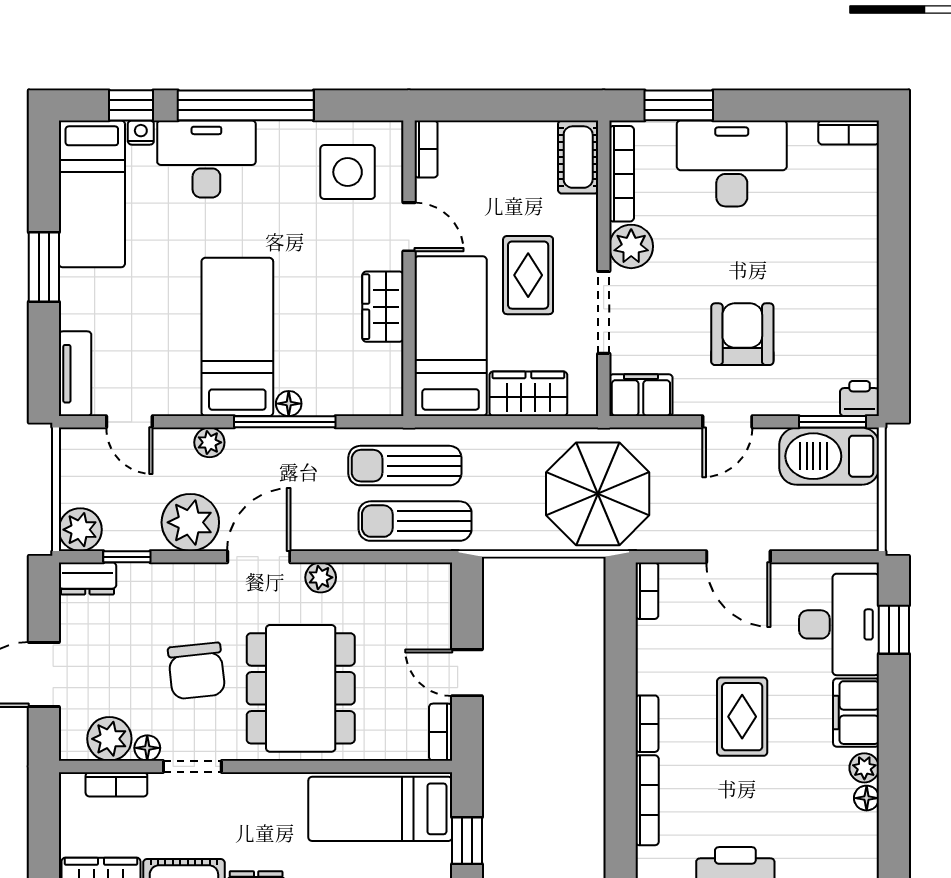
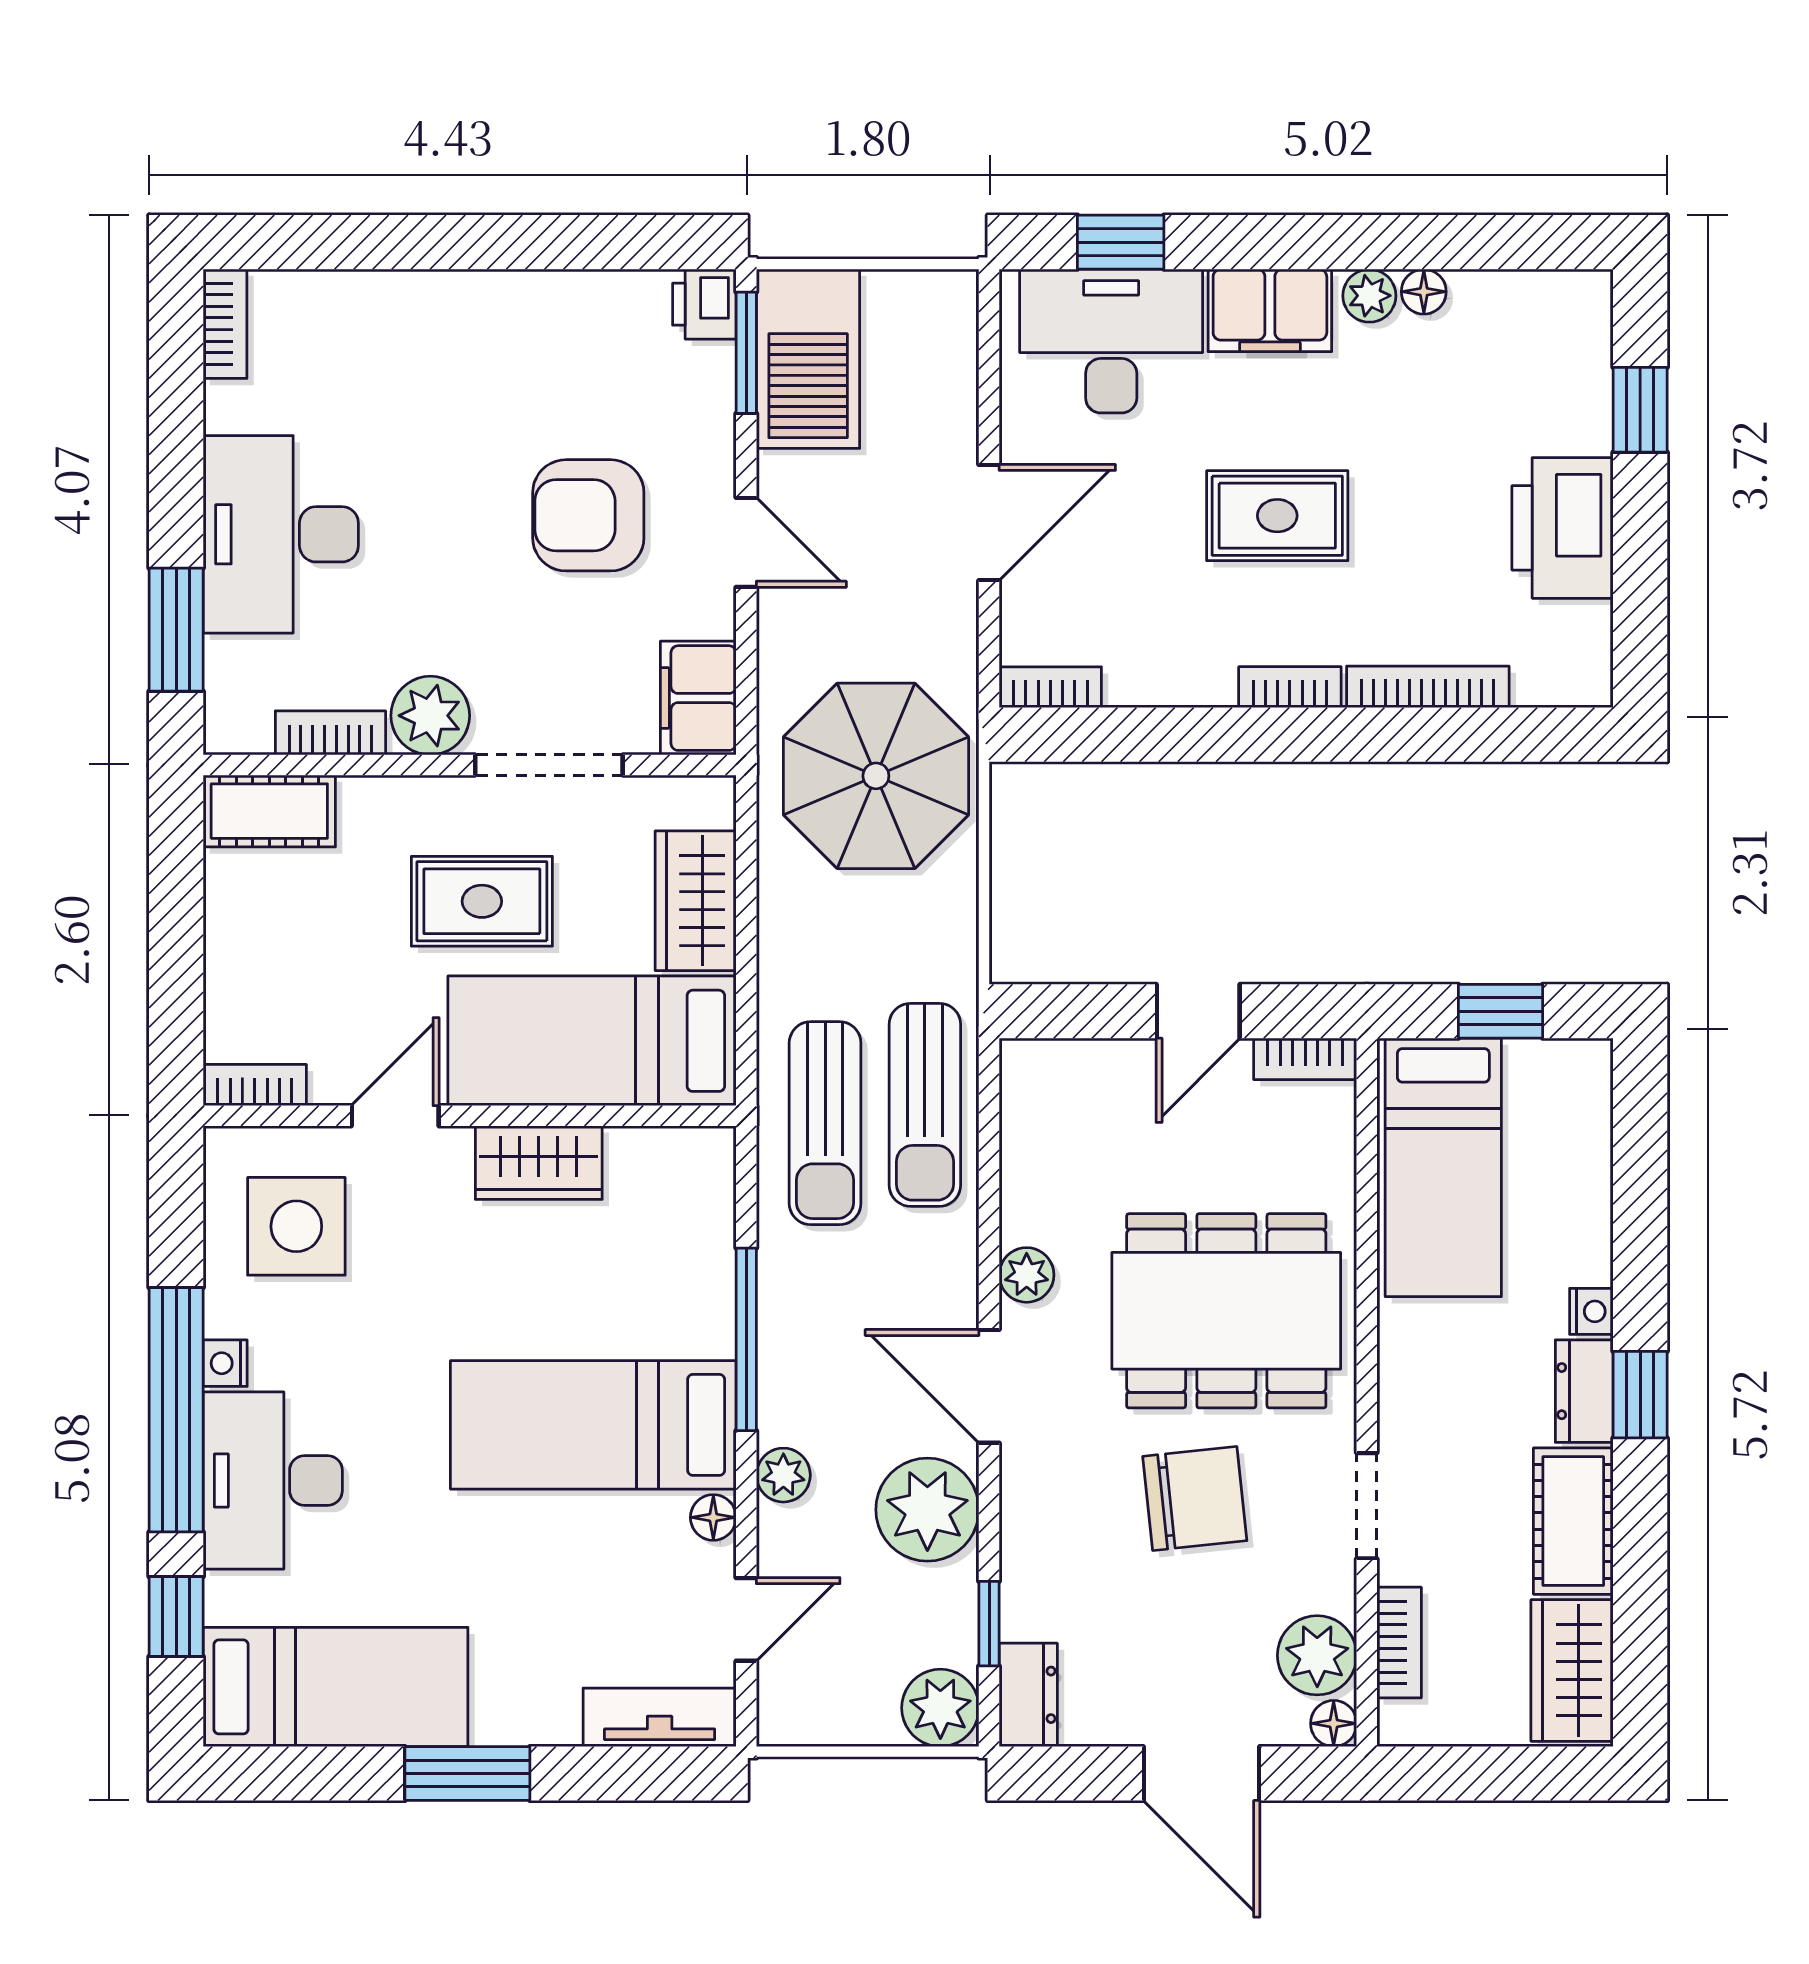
nightstand: (141, 133) -> (225, 1363), moved
bookcase: (622, 174) -> (330, 733), width x0.64
floor lamp: (289, 404) -> (713, 1517), moved
floor lamp: (147, 748) -> (1334, 1723), moved

